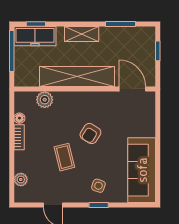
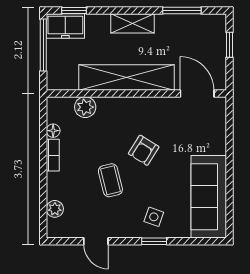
freezer: (35, 36) -> (65, 26), width x0.71

